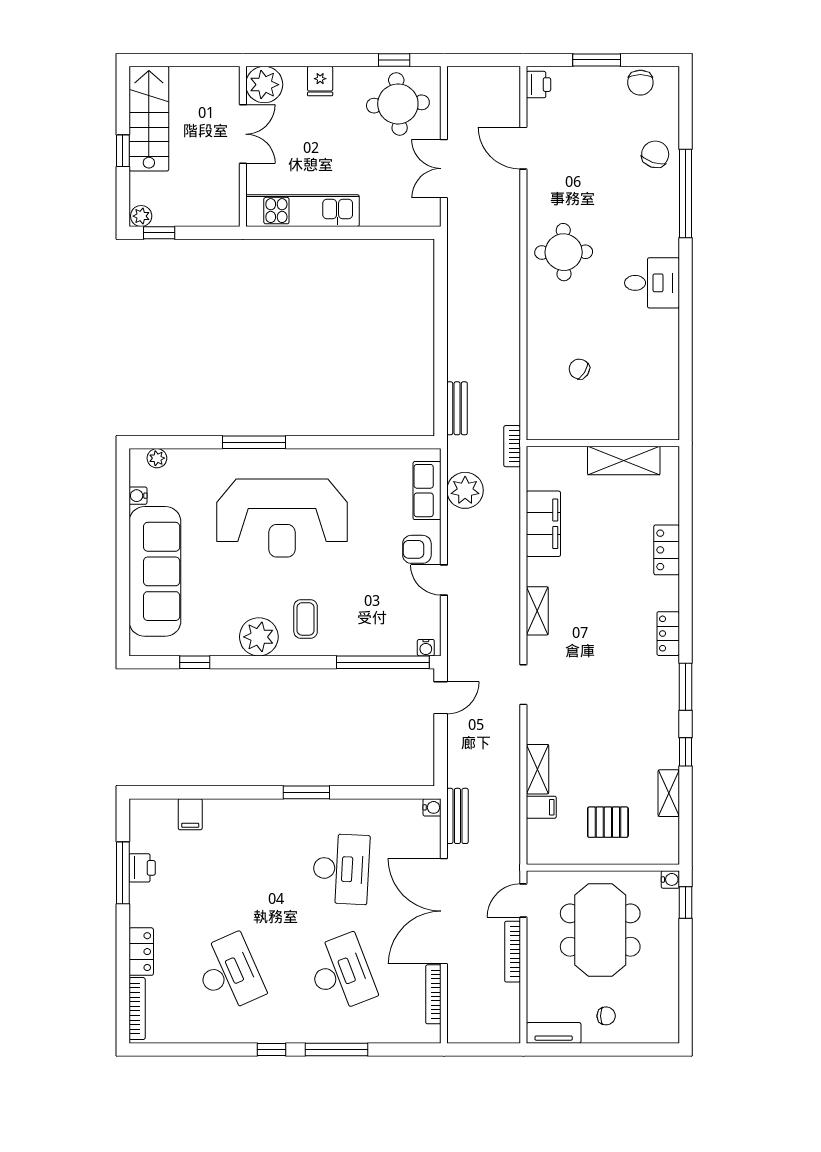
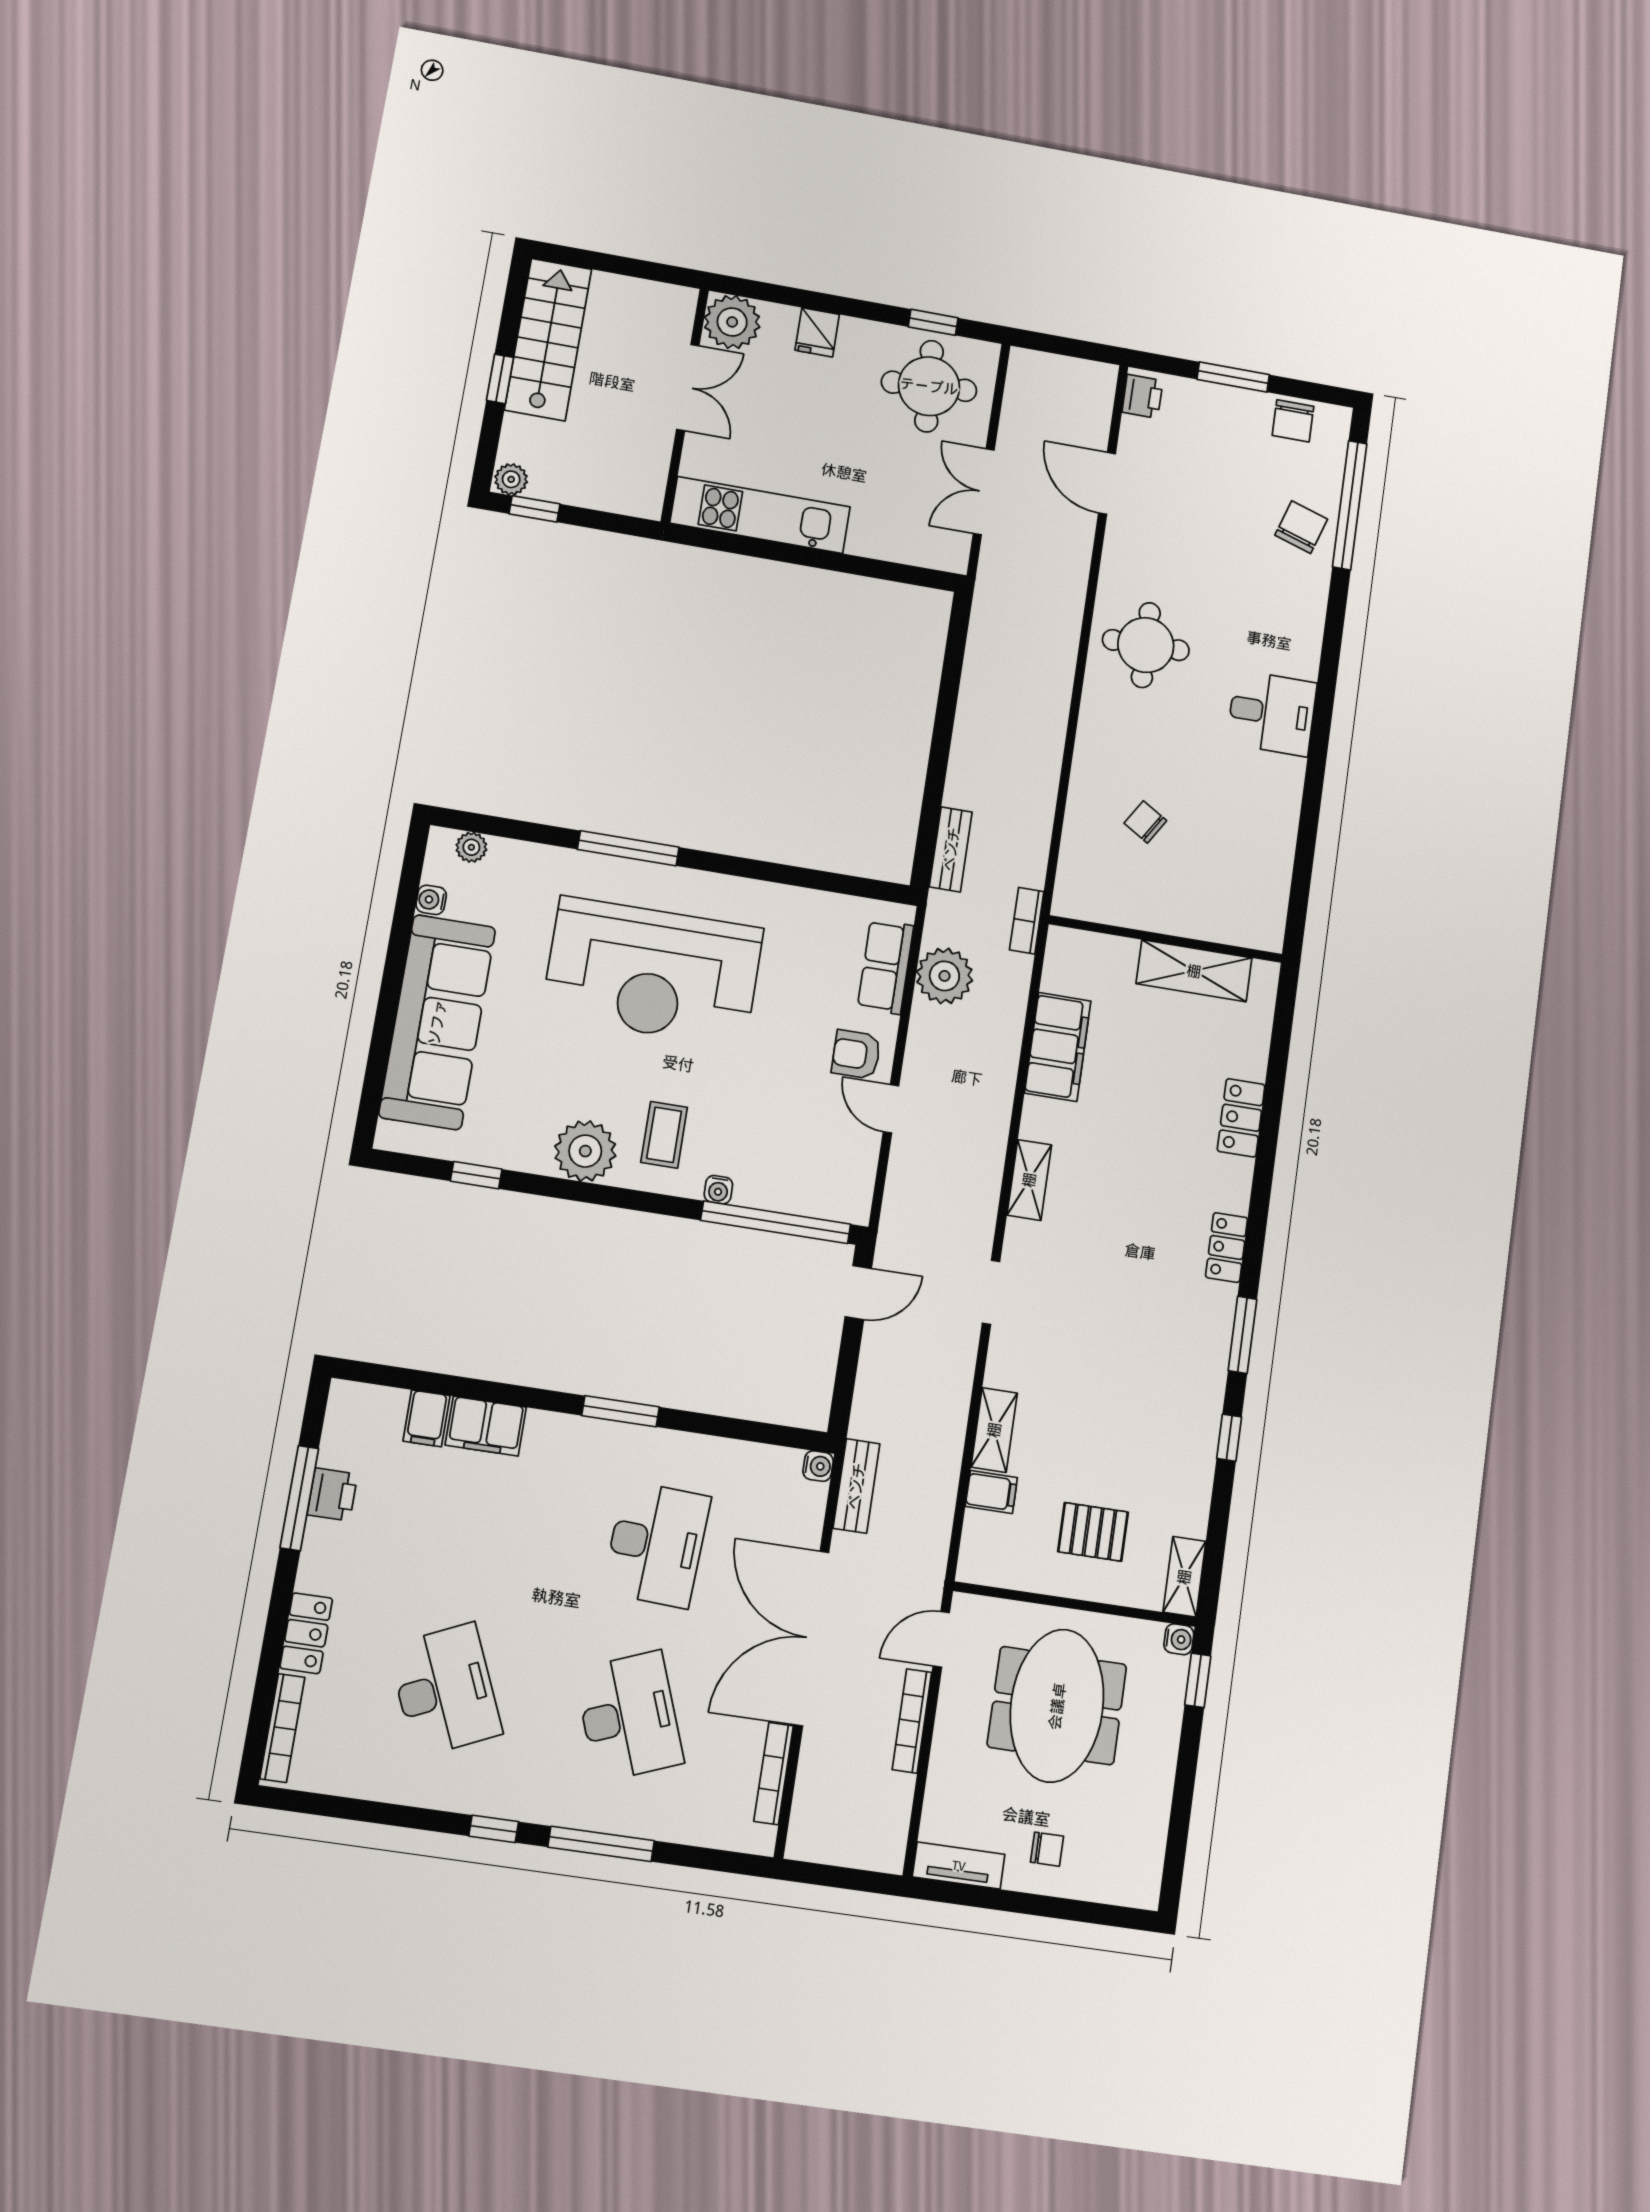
window: (685, 194) -> (1350, 505), moved
water cooler: (426, 648) -> (718, 1190), moved
shelving: (669, 793) -> (1184, 1577), moved
filing cabinet: (227, 814) -> (486, 1426), added

